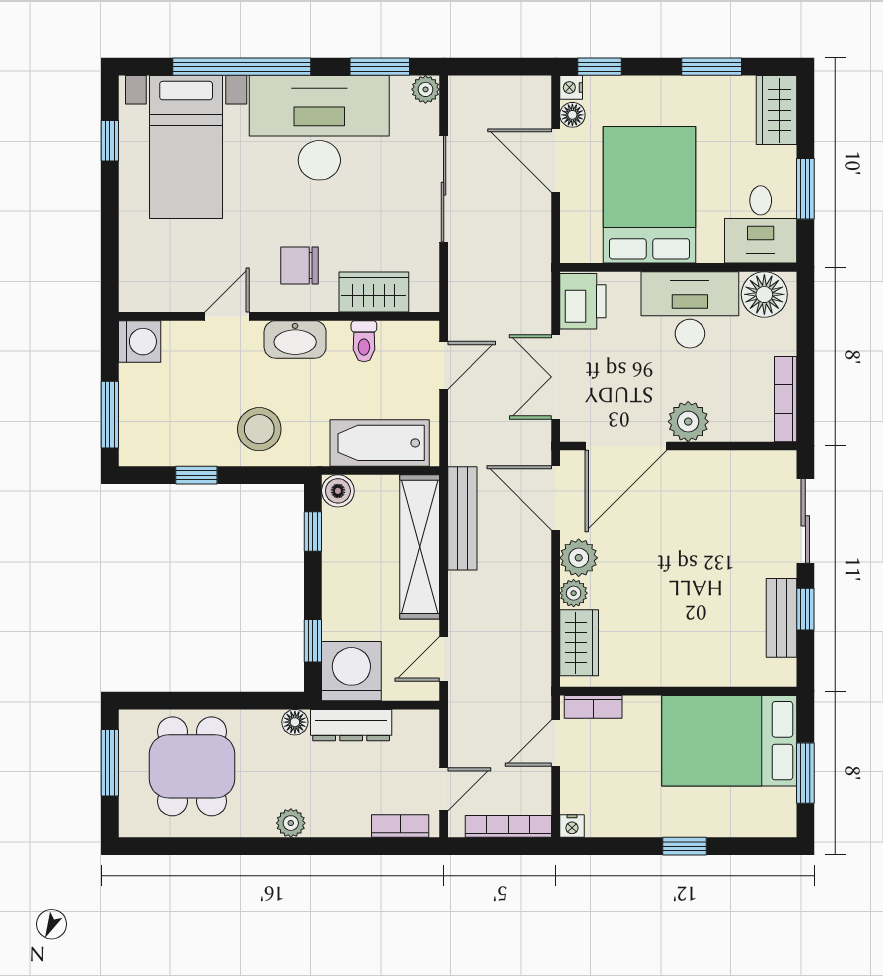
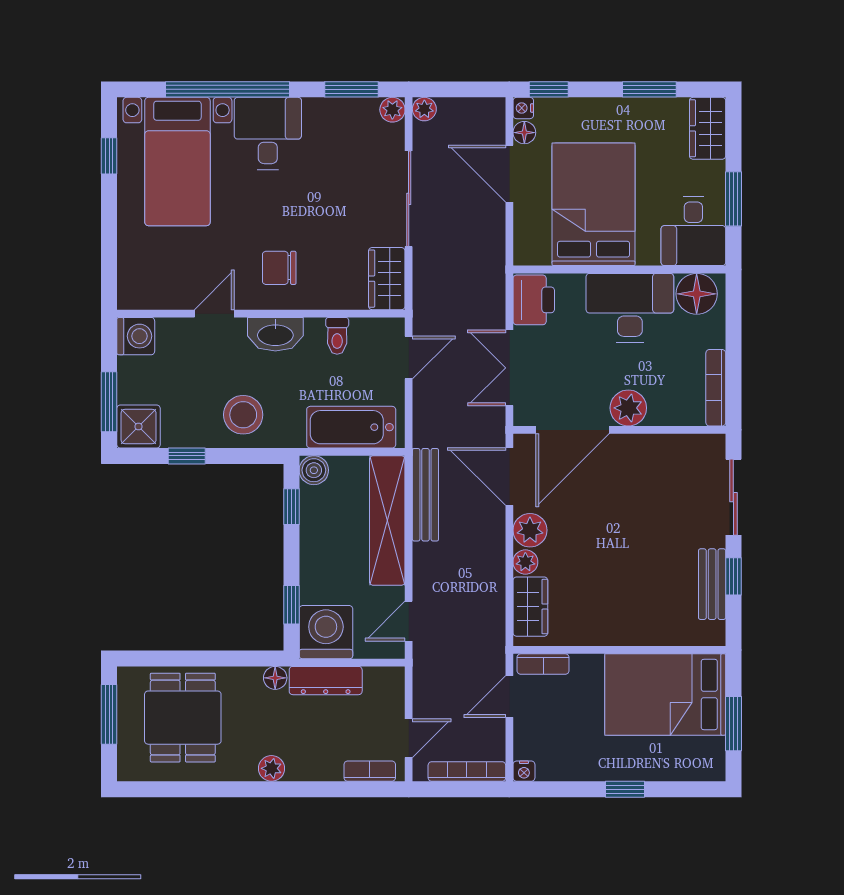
plant: (461, 89) -> (424, 109), added
desk: (319, 128) -> (268, 133), width x0.53, depth x0.77
wardrobe: (374, 292) -> (387, 279), moved, turned -90
shower: (143, 442) -> (139, 426), added

